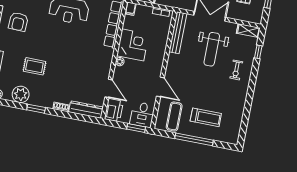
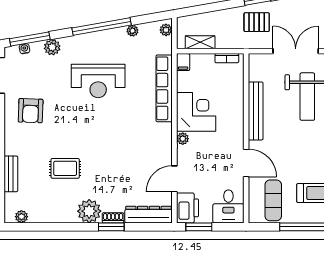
bench: (178, 33) -> (256, 111), moved
door: (109, 88) -> (174, 179), swing flipped
plant: (21, 94) -> (89, 211), moved
window: (36, 109) -> (111, 227), moved
window: (136, 128) -> (199, 227), moved

